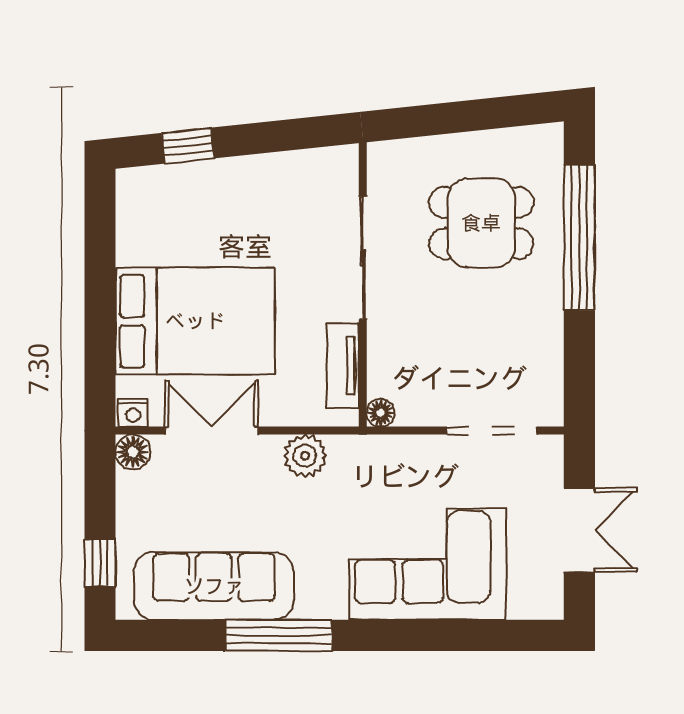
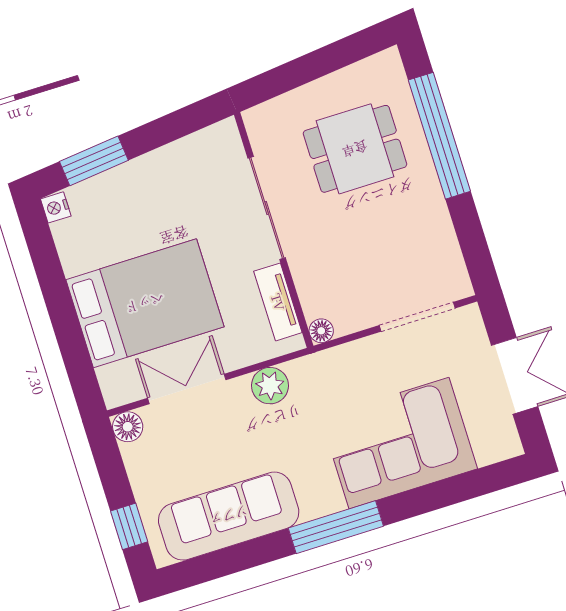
window: (188, 146) -> (94, 161), width x1.50
nightstand: (133, 413) -> (56, 207), moved, turned 90
window: (279, 635) -> (336, 527), moved

